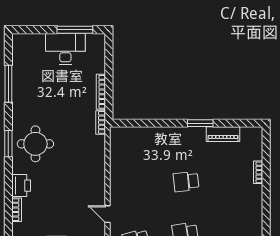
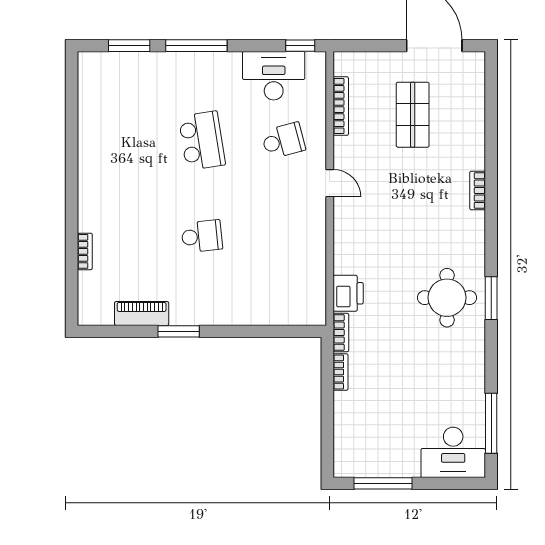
desk: (65, 49) -> (453, 452), moved
window: (8, 84) -> (491, 423), moved
bookcase: (101, 92) -> (341, 372), width x0.64
printer: (21, 186) -> (348, 293), moved, turned 180

